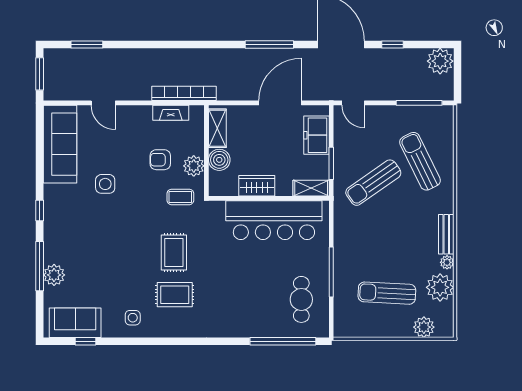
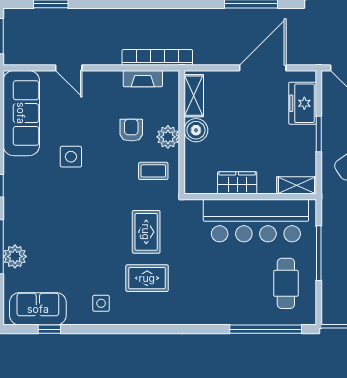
armchair: (160, 160) -> (131, 130), turned 90
wardrobe: (257, 186) -> (237, 183), moved
shelving: (311, 188) -> (297, 185), moved
wall: (269, 198) -> (250, 197), moved
bar counter: (274, 220) -> (256, 220), moved

